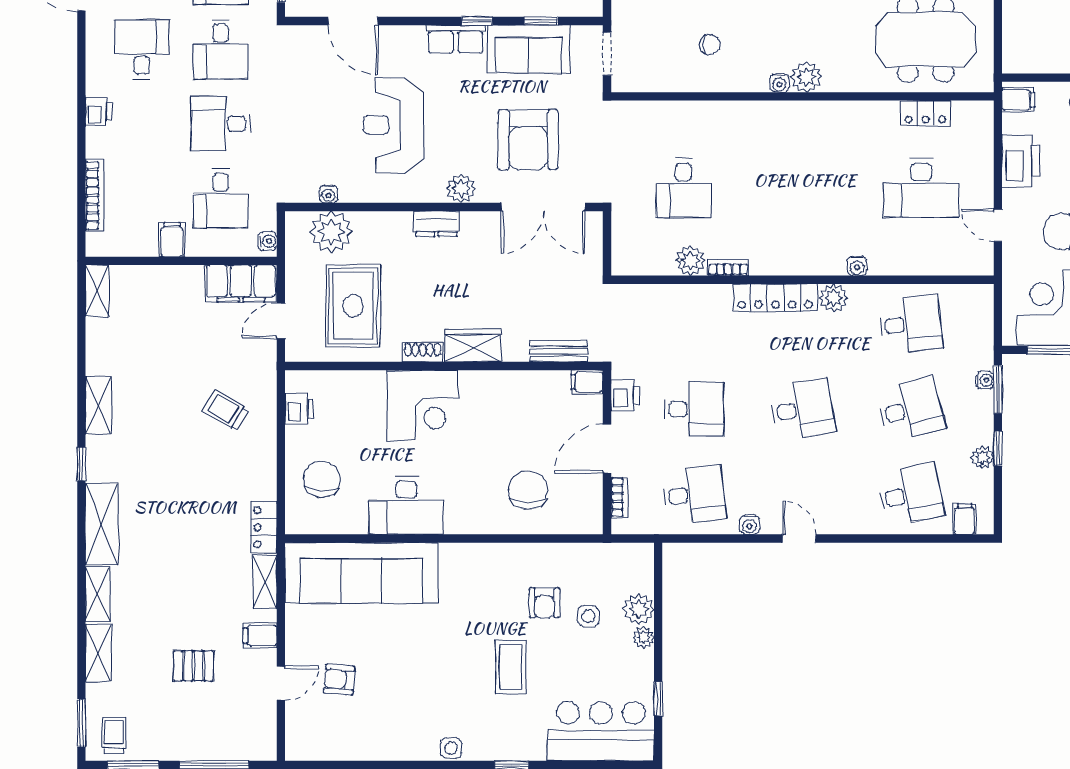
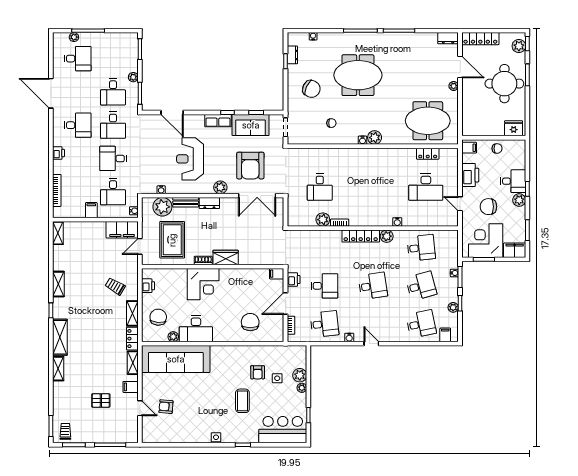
desk: (142, 49) -> (78, 125), turned 90
bench: (559, 351) -> (186, 202), moved
plant: (356, 523) -> (173, 337), added
shelving: (98, 653) -> (132, 313), moved
door: (281, 683) -> (140, 408), hinge flipped

